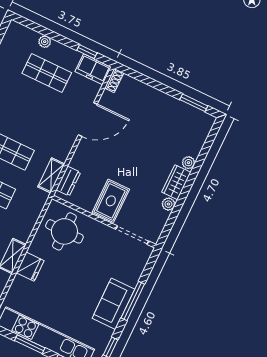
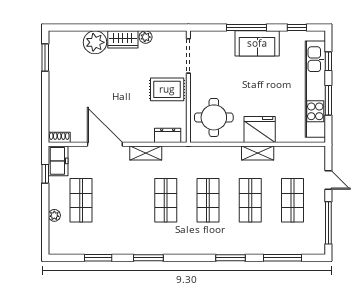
plant: (188, 163) -> (95, 42), width x1.88, depth x1.88
shelving: (51, 175) -> (146, 153), moved
fridge: (30, 267) -> (260, 130), width x1.36, depth x1.34

